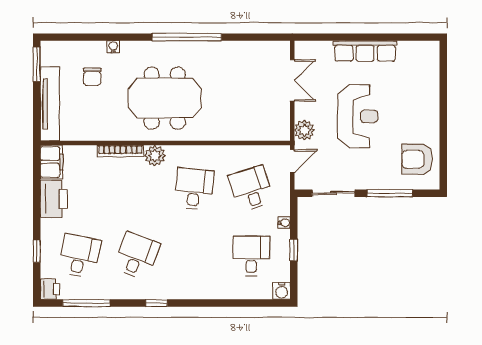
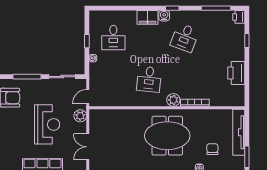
reception desk: (358, 116) -> (47, 124), turned 180
filing cabinet: (52, 162) -> (148, 17), moved, turned -90
desk: (251, 189) -> (113, 79), removed
desk: (79, 256) -> (220, 38), removed
water cooler: (282, 291) -> (164, 16), moved

